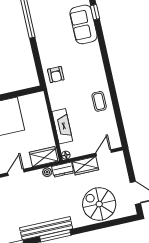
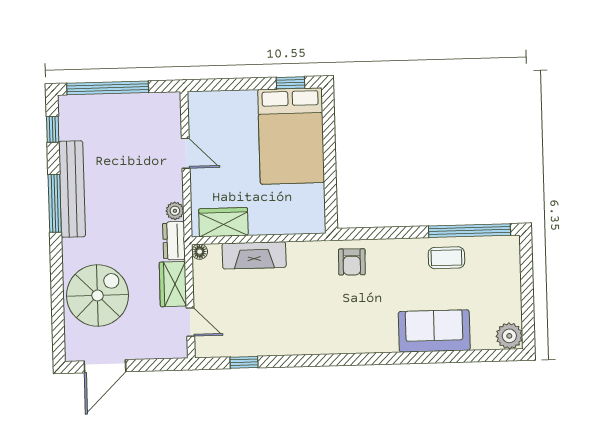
window: (95, 12) -> (244, 362), moved
armchair: (56, 75) -> (352, 262), turned -89
coffee table: (99, 101) -> (446, 258), moved
wardrobe: (44, 157) -> (223, 222), moved, turned -90

